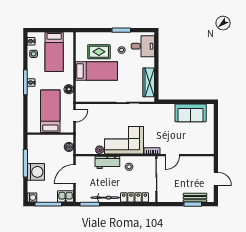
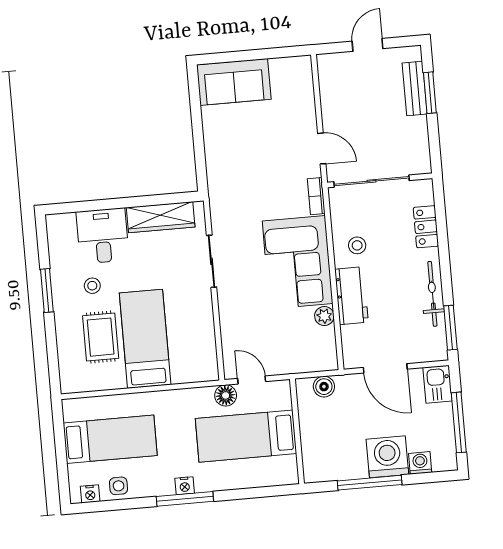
desk: (143, 46) -> (103, 236), moved
floor lamp: (69, 89) -> (226, 395), moved
sofa: (191, 113) -> (234, 82), moved, turned 90
washing machine: (32, 197) -> (420, 463), moved
locker: (135, 197) -> (426, 227), width x0.66

